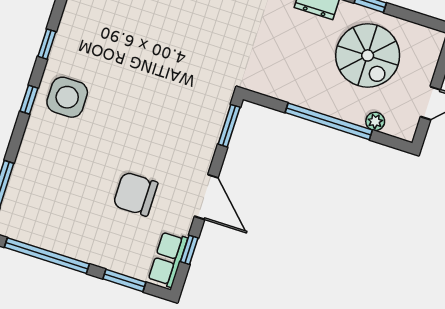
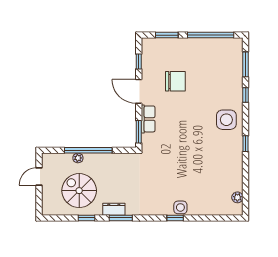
window: (29, 100) -> (246, 95), moved
plant: (375, 121) -> (78, 158), moved
row of seats: (168, 259) -> (148, 119), moved

